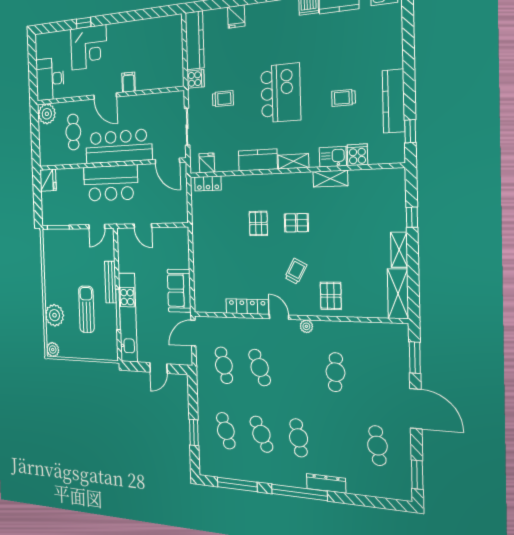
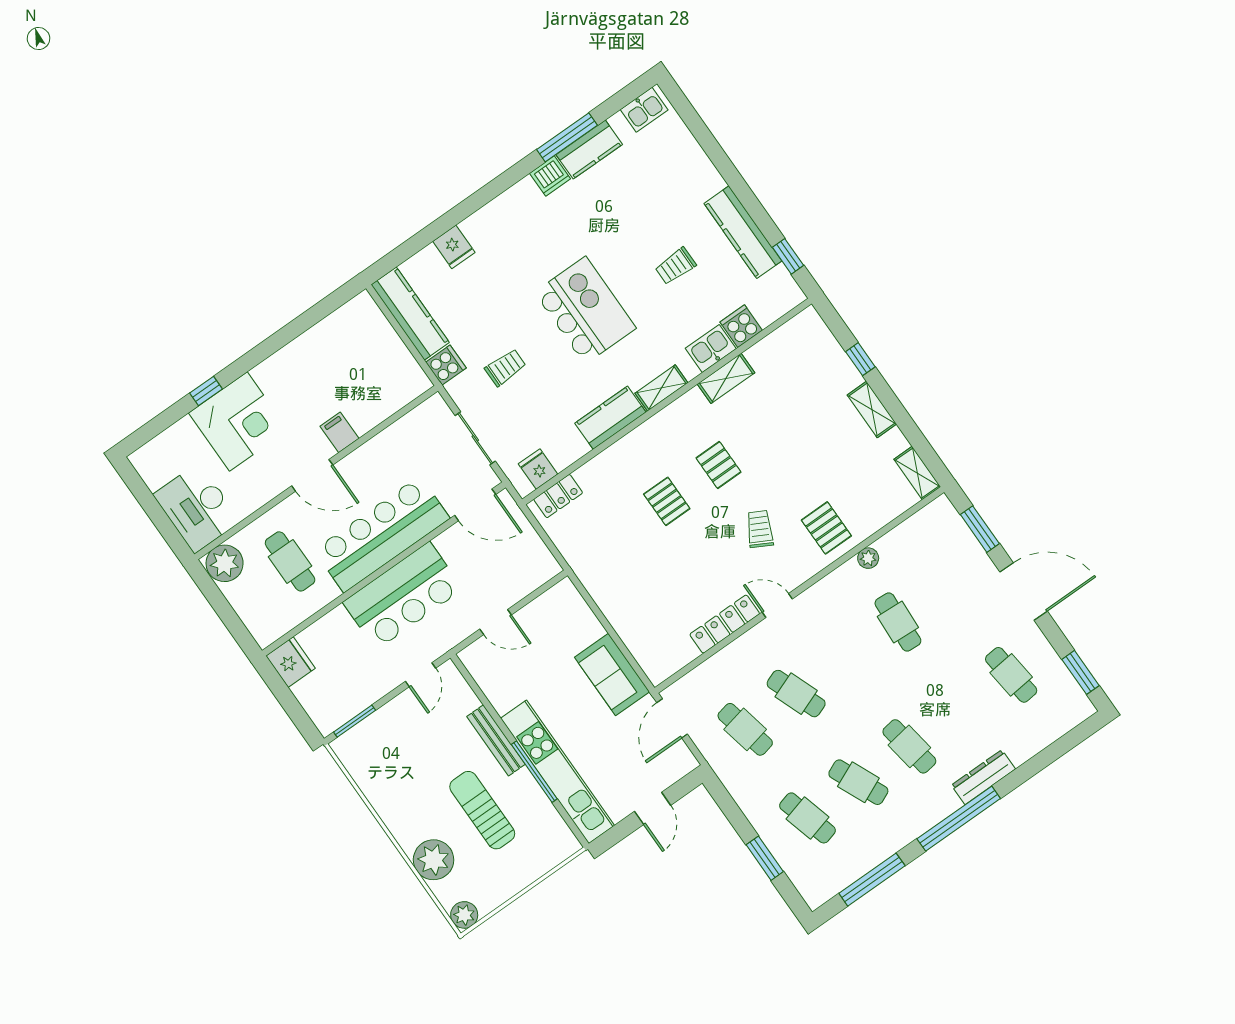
pallet: (296, 223) -> (718, 465), turned 90
shelving: (398, 294) -> (917, 473), width x0.67, depth x0.75
plant: (306, 326) -> (868, 558), moved

